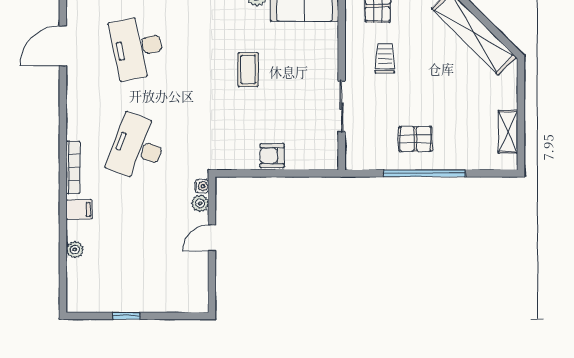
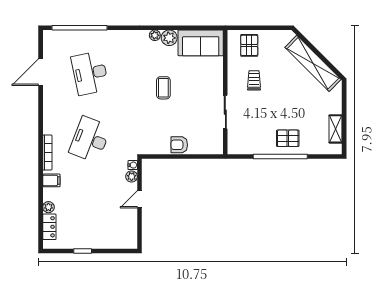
pallet: (415, 139) -> (288, 138), moved
locker: (76, 279) -> (49, 227), added

